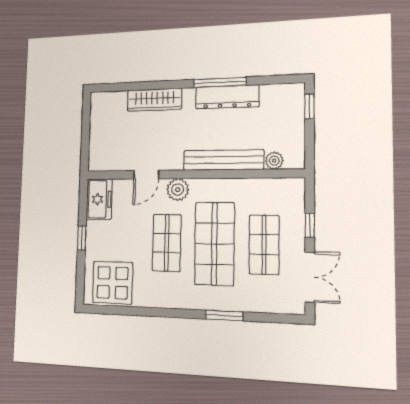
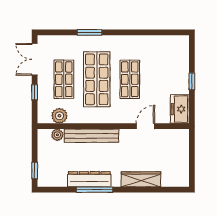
plant: (178, 190) -> (59, 116), moved
display table: (113, 283) -> (168, 51), removed

